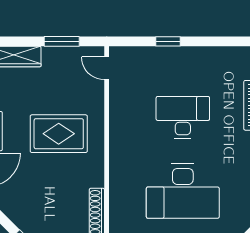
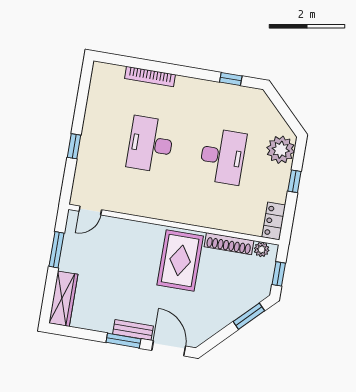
rug: (59, 134) -> (180, 260), moved
desk: (183, 191) -> (223, 156), width x0.73, depth x0.77

